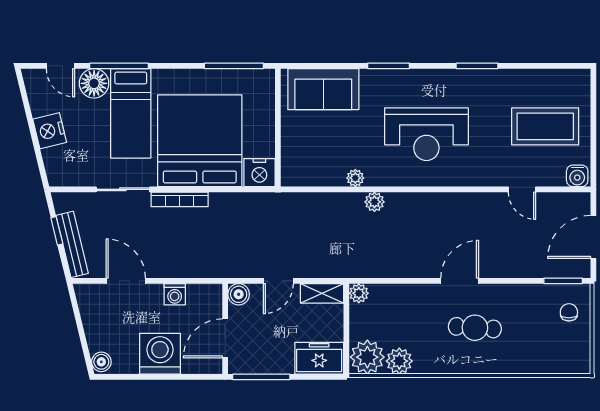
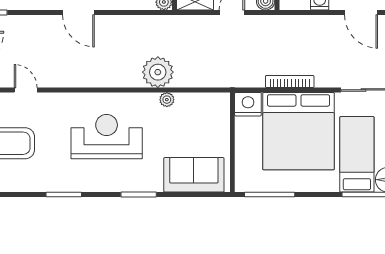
bookcase: (180, 199) -> (290, 81), moved
plant: (374, 202) -> (158, 72), width x1.88, depth x1.88
door: (460, 281) -> (78, 13), hinge flipped

